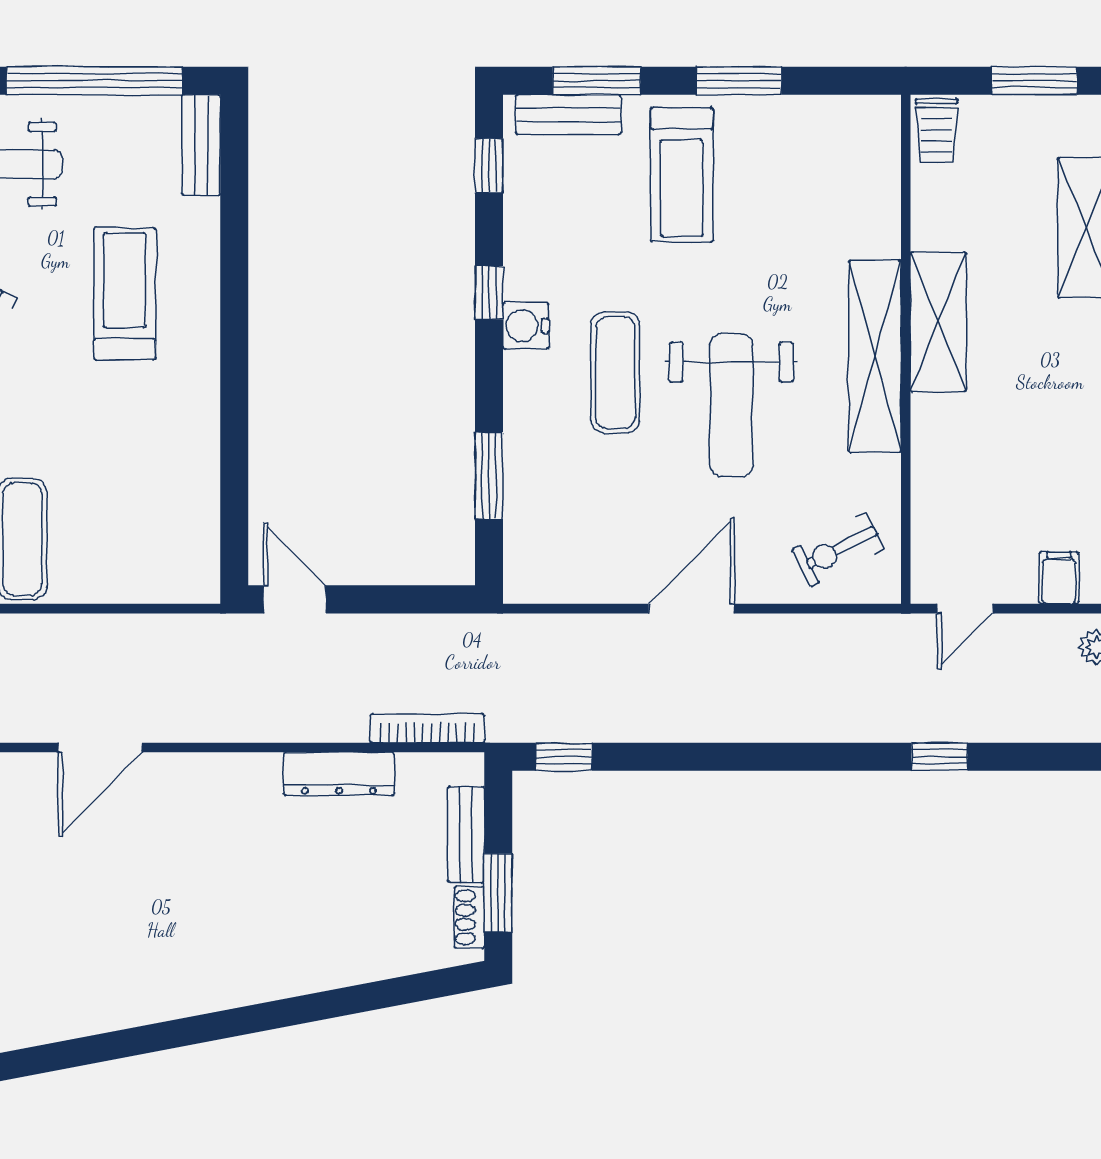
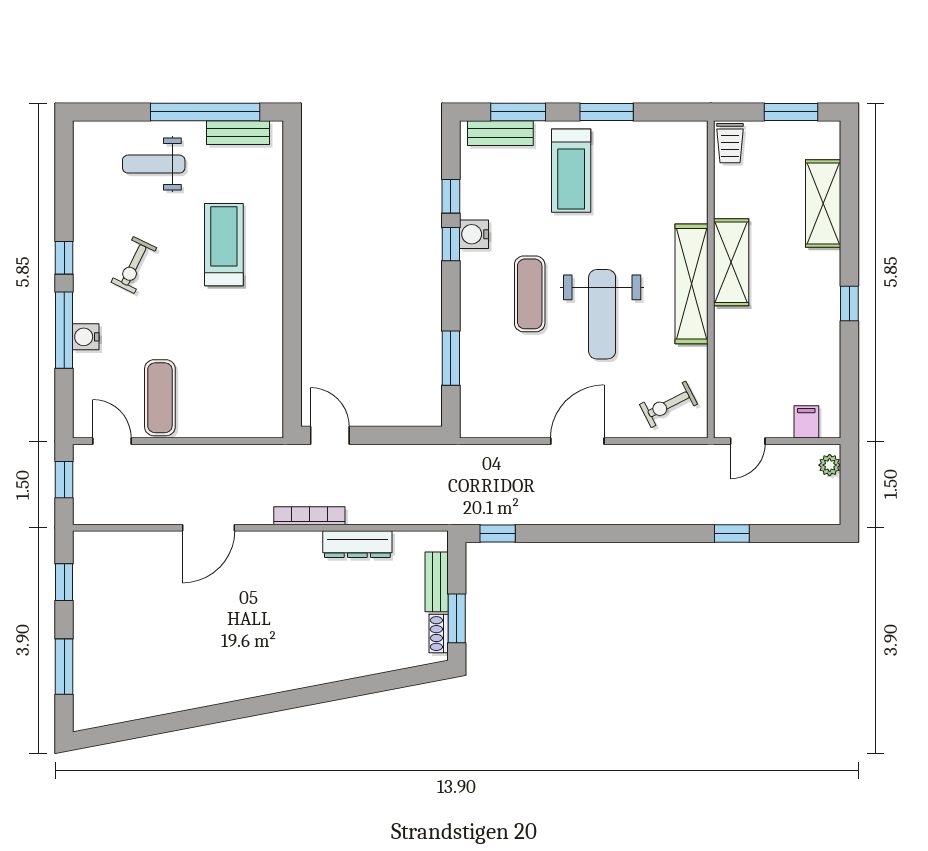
bench: (201, 145) -> (238, 133), moved, turned 90
window: (489, 166) -> (451, 196), moved
water cooler: (526, 326) -> (474, 234), moved
bookcase: (427, 728) -> (309, 516), moved

